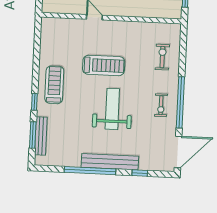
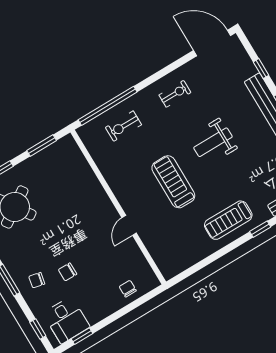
window: (180, 102) -> (108, 106), moved
weight bench: (112, 109) -> (213, 142), width x0.73, depth x0.75

